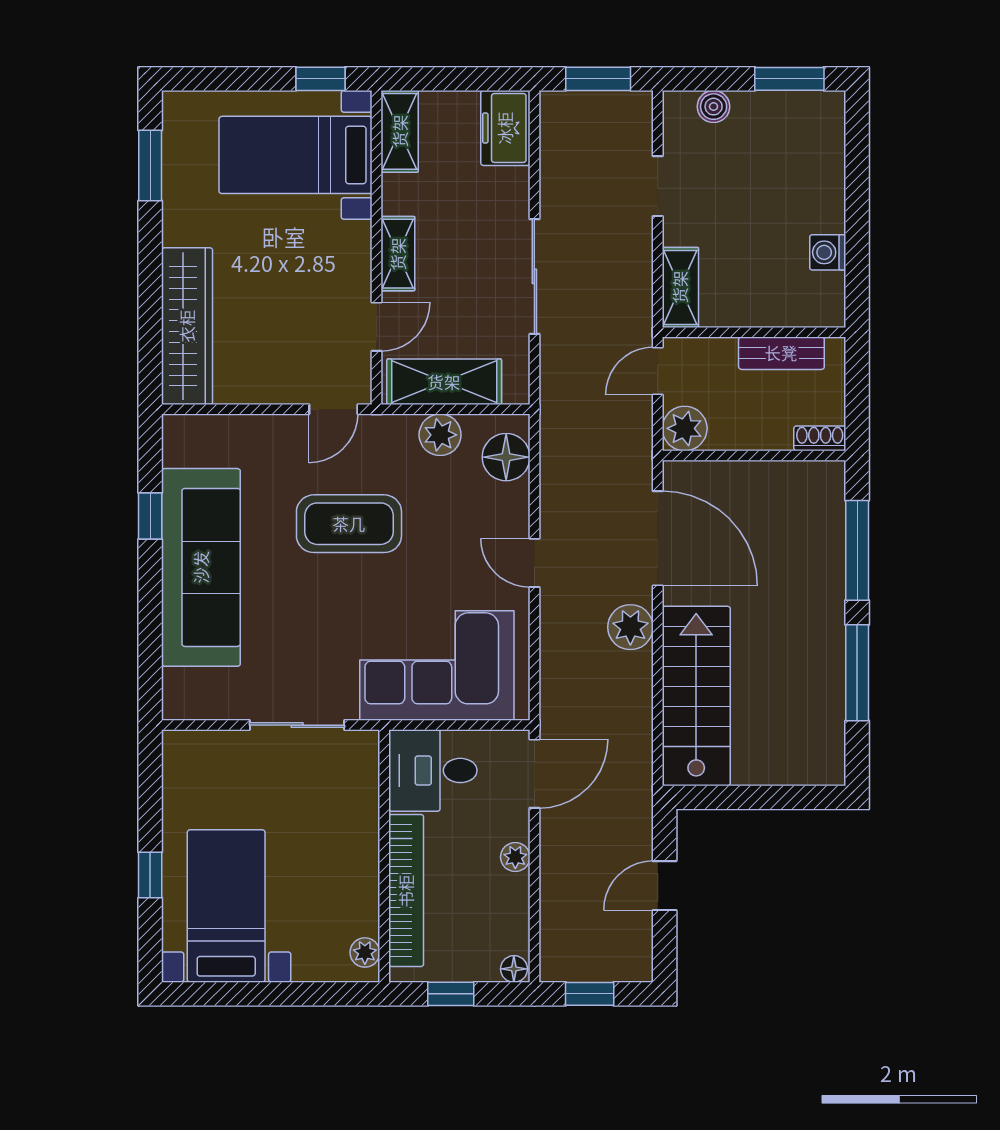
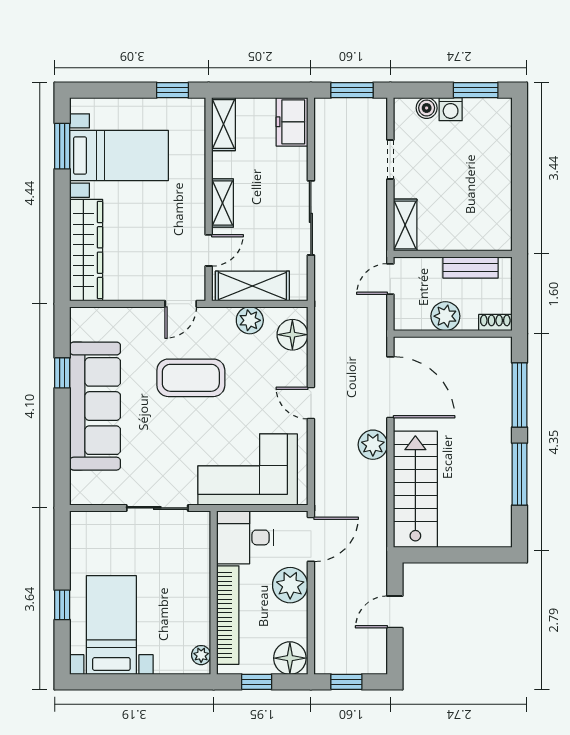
bed with nightstands: (296, 155) -> (119, 156), moved, turned 180
washing machine: (828, 252) -> (451, 109), moved, turned -90
plant: (685, 428) -> (445, 316), moved
plant: (515, 857) -> (290, 585), width x1.88, depth x1.88
floor lamp: (514, 969) -> (290, 658), width x1.89, depth x1.89

